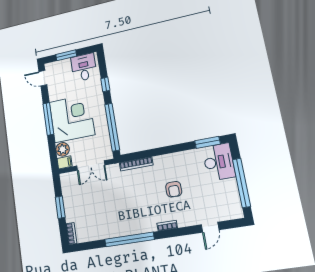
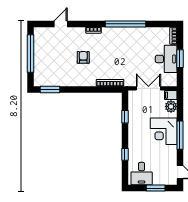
corner desk: (72, 118) -> (164, 131), width x0.74, depth x0.74
window: (112, 127) -> (125, 117), width x0.32
desk: (219, 162) -> (166, 59), moved, turned 180

